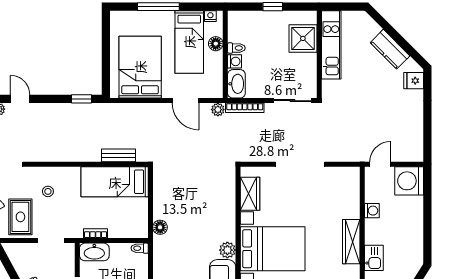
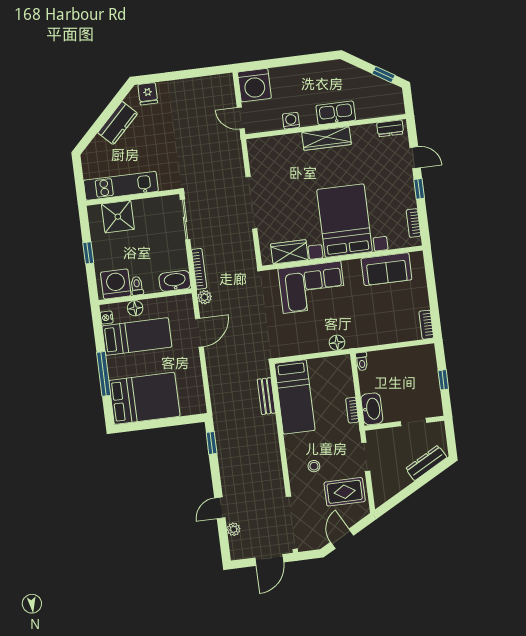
washing machine: (234, 61) -> (116, 284), moved, width x1.89, depth x1.89
bed: (140, 67) -> (144, 398), moved, turned 180
corner sofa: (214, 211) -> (312, 287), added
plant: (227, 250) -> (352, 268), removed
kitchen sink: (374, 258) -> (336, 113), width x1.38

